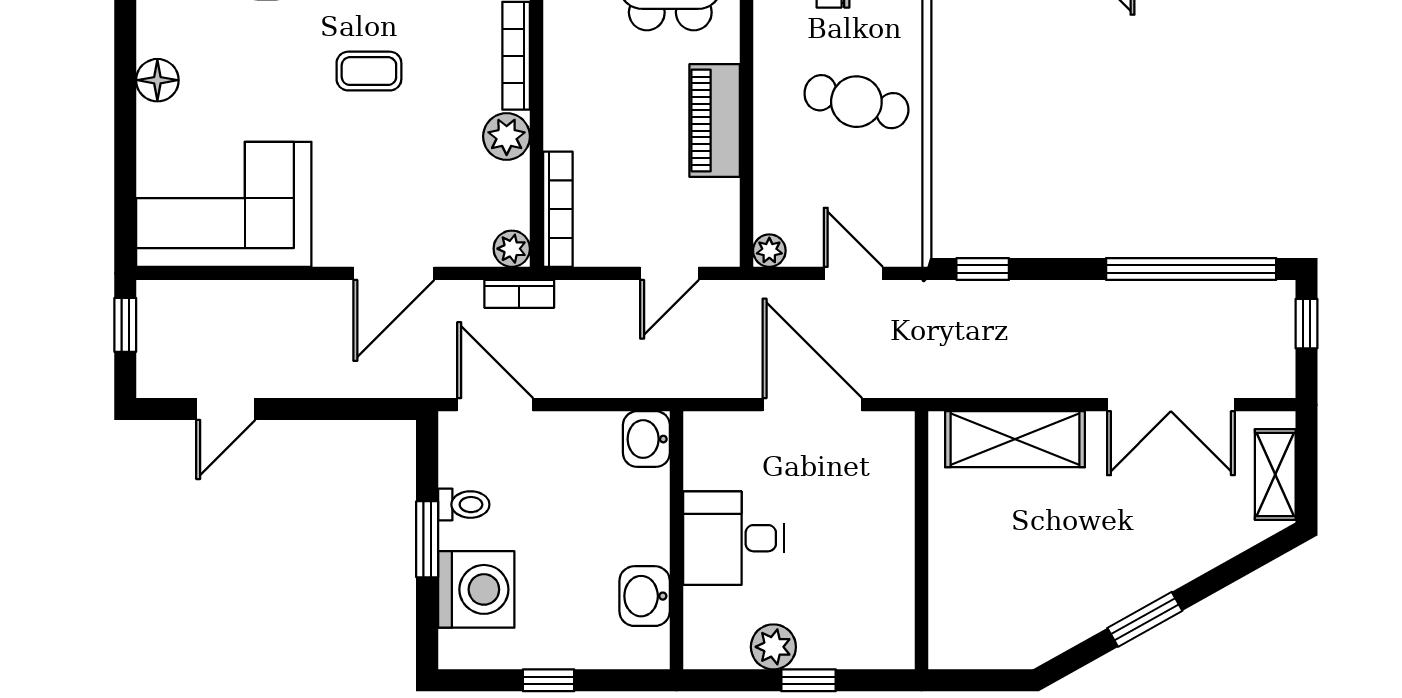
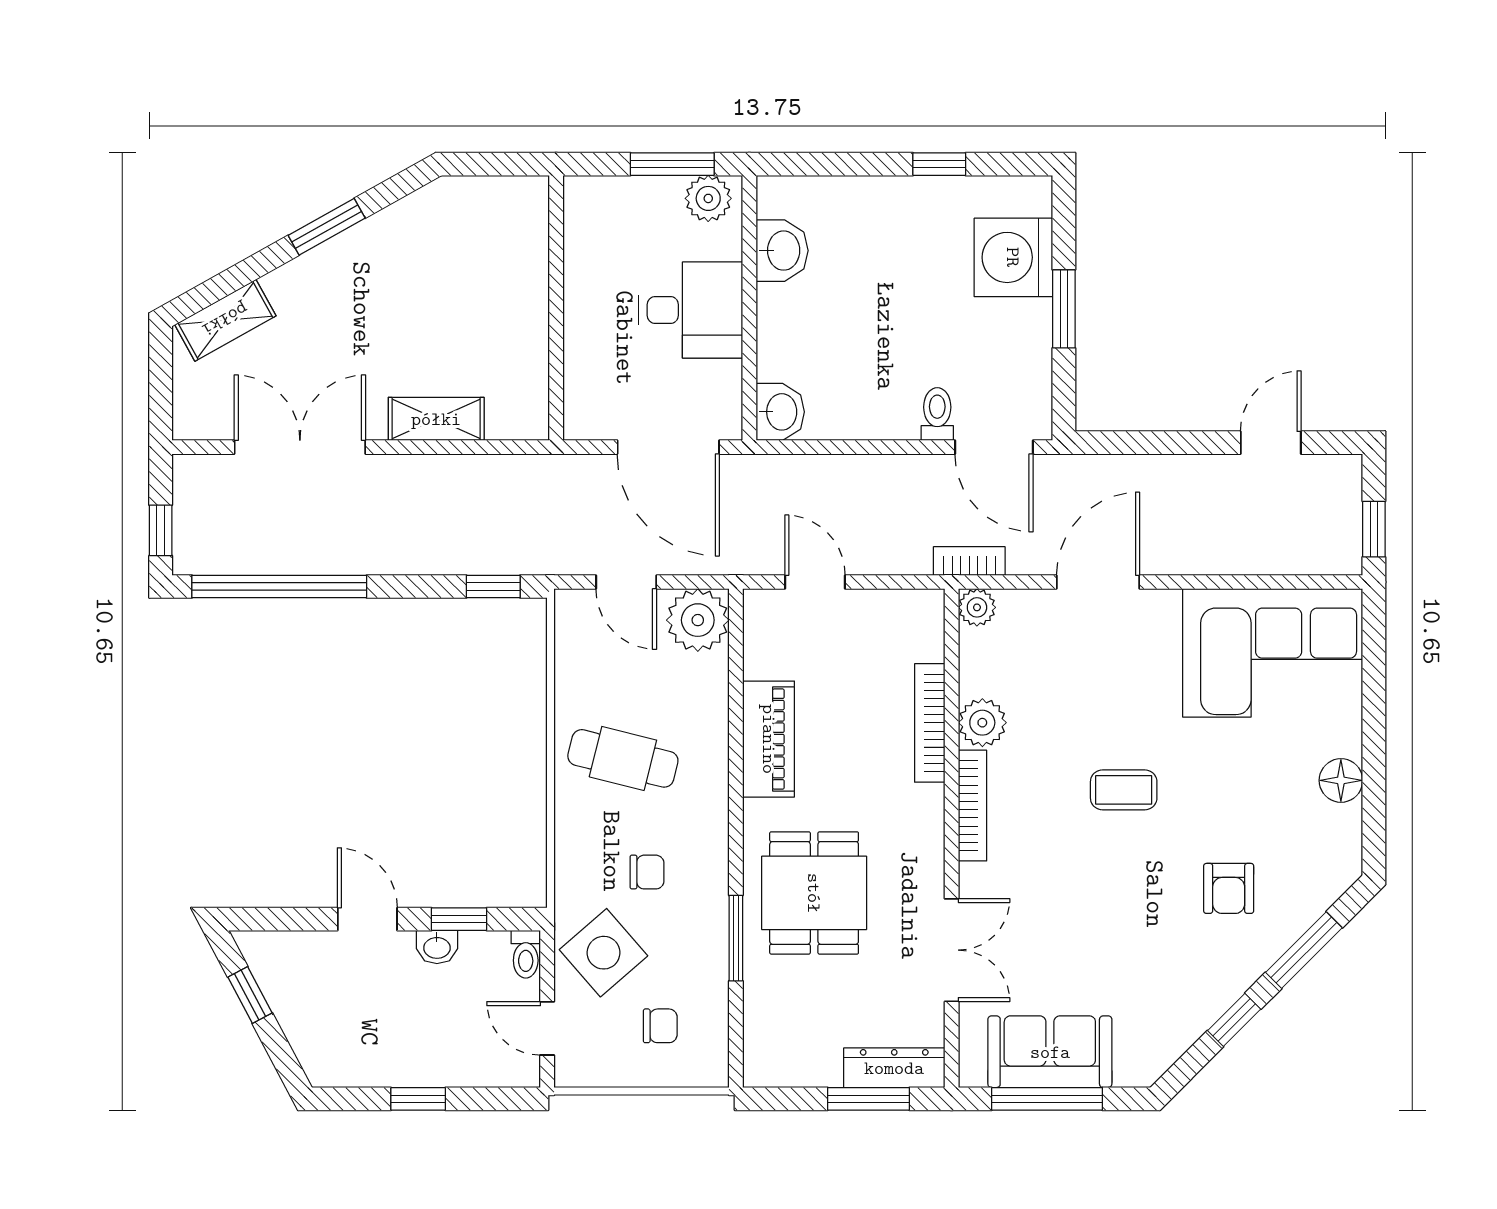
bookcase: (558, 209) -> (930, 723), moved
plant: (769, 251) -> (698, 620), width x1.88, depth x1.88
door: (669, 273) -> (815, 582), hinge flipped
washbasin: (646, 439) -> (780, 412), moved
shelving: (1015, 439) -> (436, 419), width x0.67, depth x0.75
shelving: (1275, 474) -> (225, 320), moved, turned 61
toilet: (464, 505) -> (937, 414), moved, turned 90
desk: (734, 538) -> (691, 310), moved
wall: (676, 540) -> (749, 308), moved
washbasin: (645, 596) -> (782, 251), moved
window: (808, 680) -> (672, 164), width x1.50

